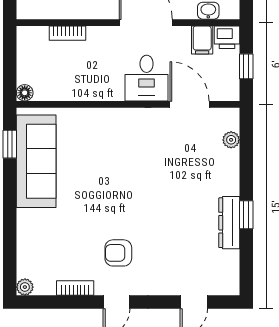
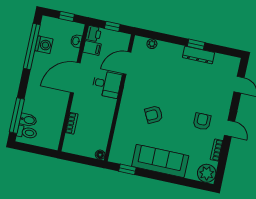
sofa: (36, 161) -> (160, 161), moved
armchair: (112, 169) -> (154, 114), added
armchair: (118, 253) -> (202, 121), turned 180
plant: (25, 287) -> (207, 173), width x1.88, depth x1.88

